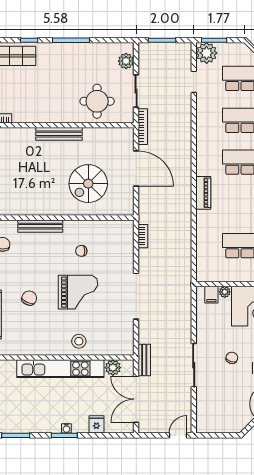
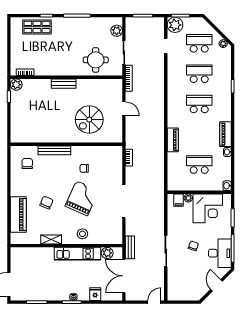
bench: (59, 134) -> (64, 84), width x0.73
door: (136, 169) -> (124, 109), width x0.53
piano: (203, 193) -> (173, 140), moved
grand piano: (78, 292) -> (82, 198), turned -66
shelving: (36, 349) -> (51, 239), added
kitchen unit: (60, 369) -> (77, 254), width x0.73

